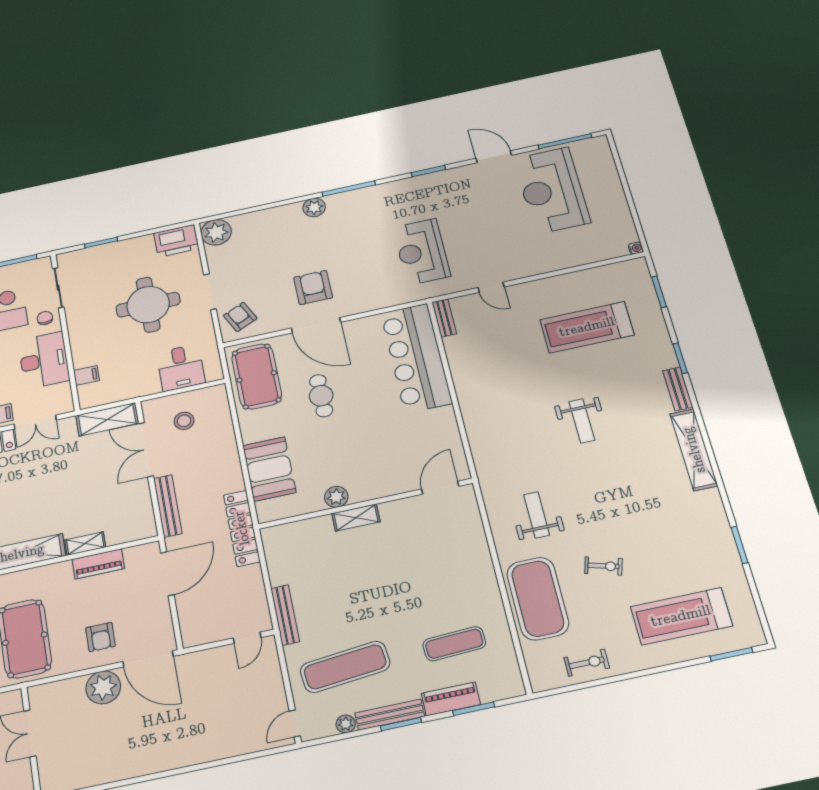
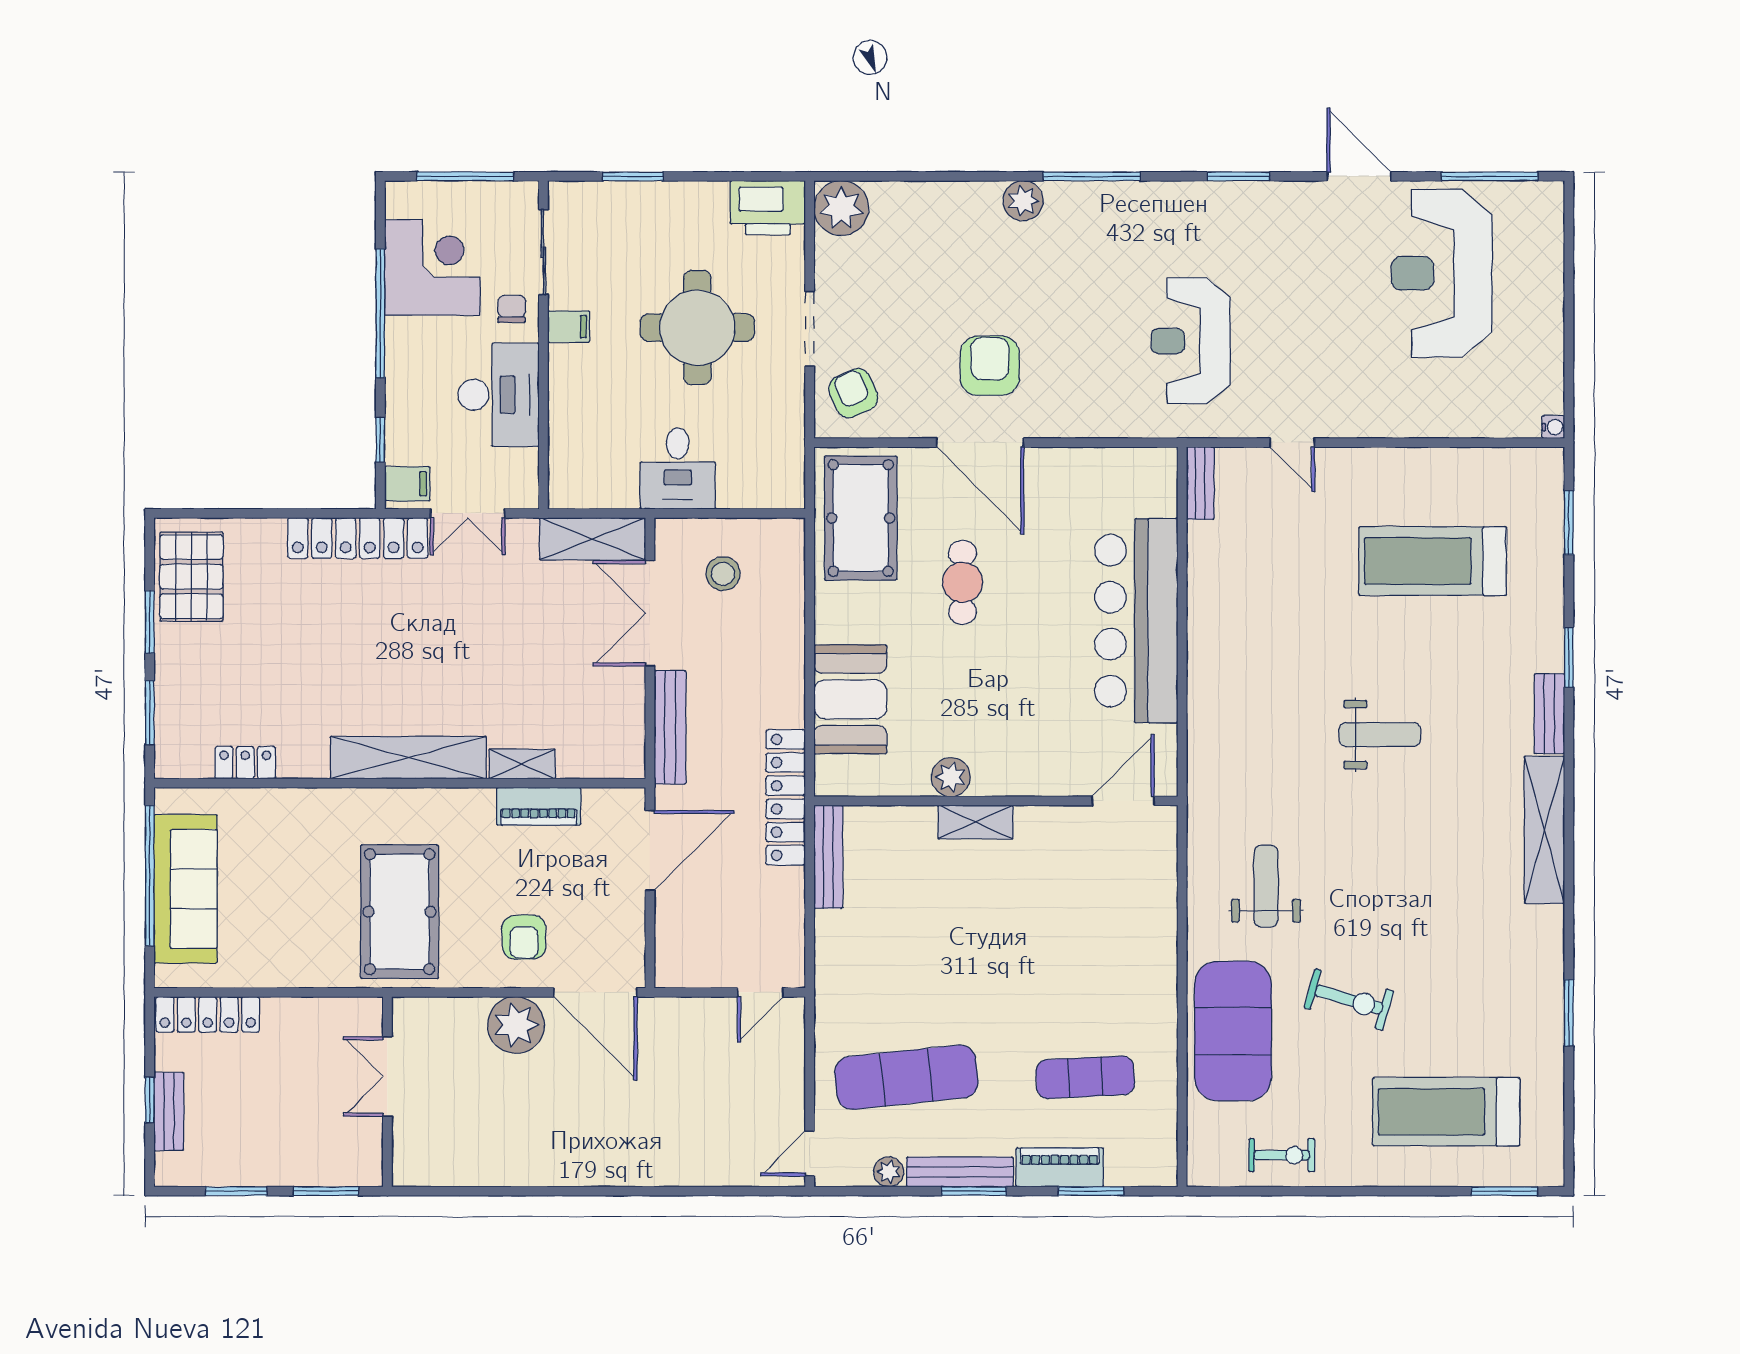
bar counter: (416, 358) -> (1136, 621), moved
desk: (181, 368) -> (678, 469), moved
filing cabinet: (86, 375) -> (569, 327), moved
weight bench: (582, 421) -> (1380, 735), turned -90
exercise bike: (603, 566) -> (1349, 999), width x1.38, depth x1.39
bench: (285, 615) -> (828, 857), moved

